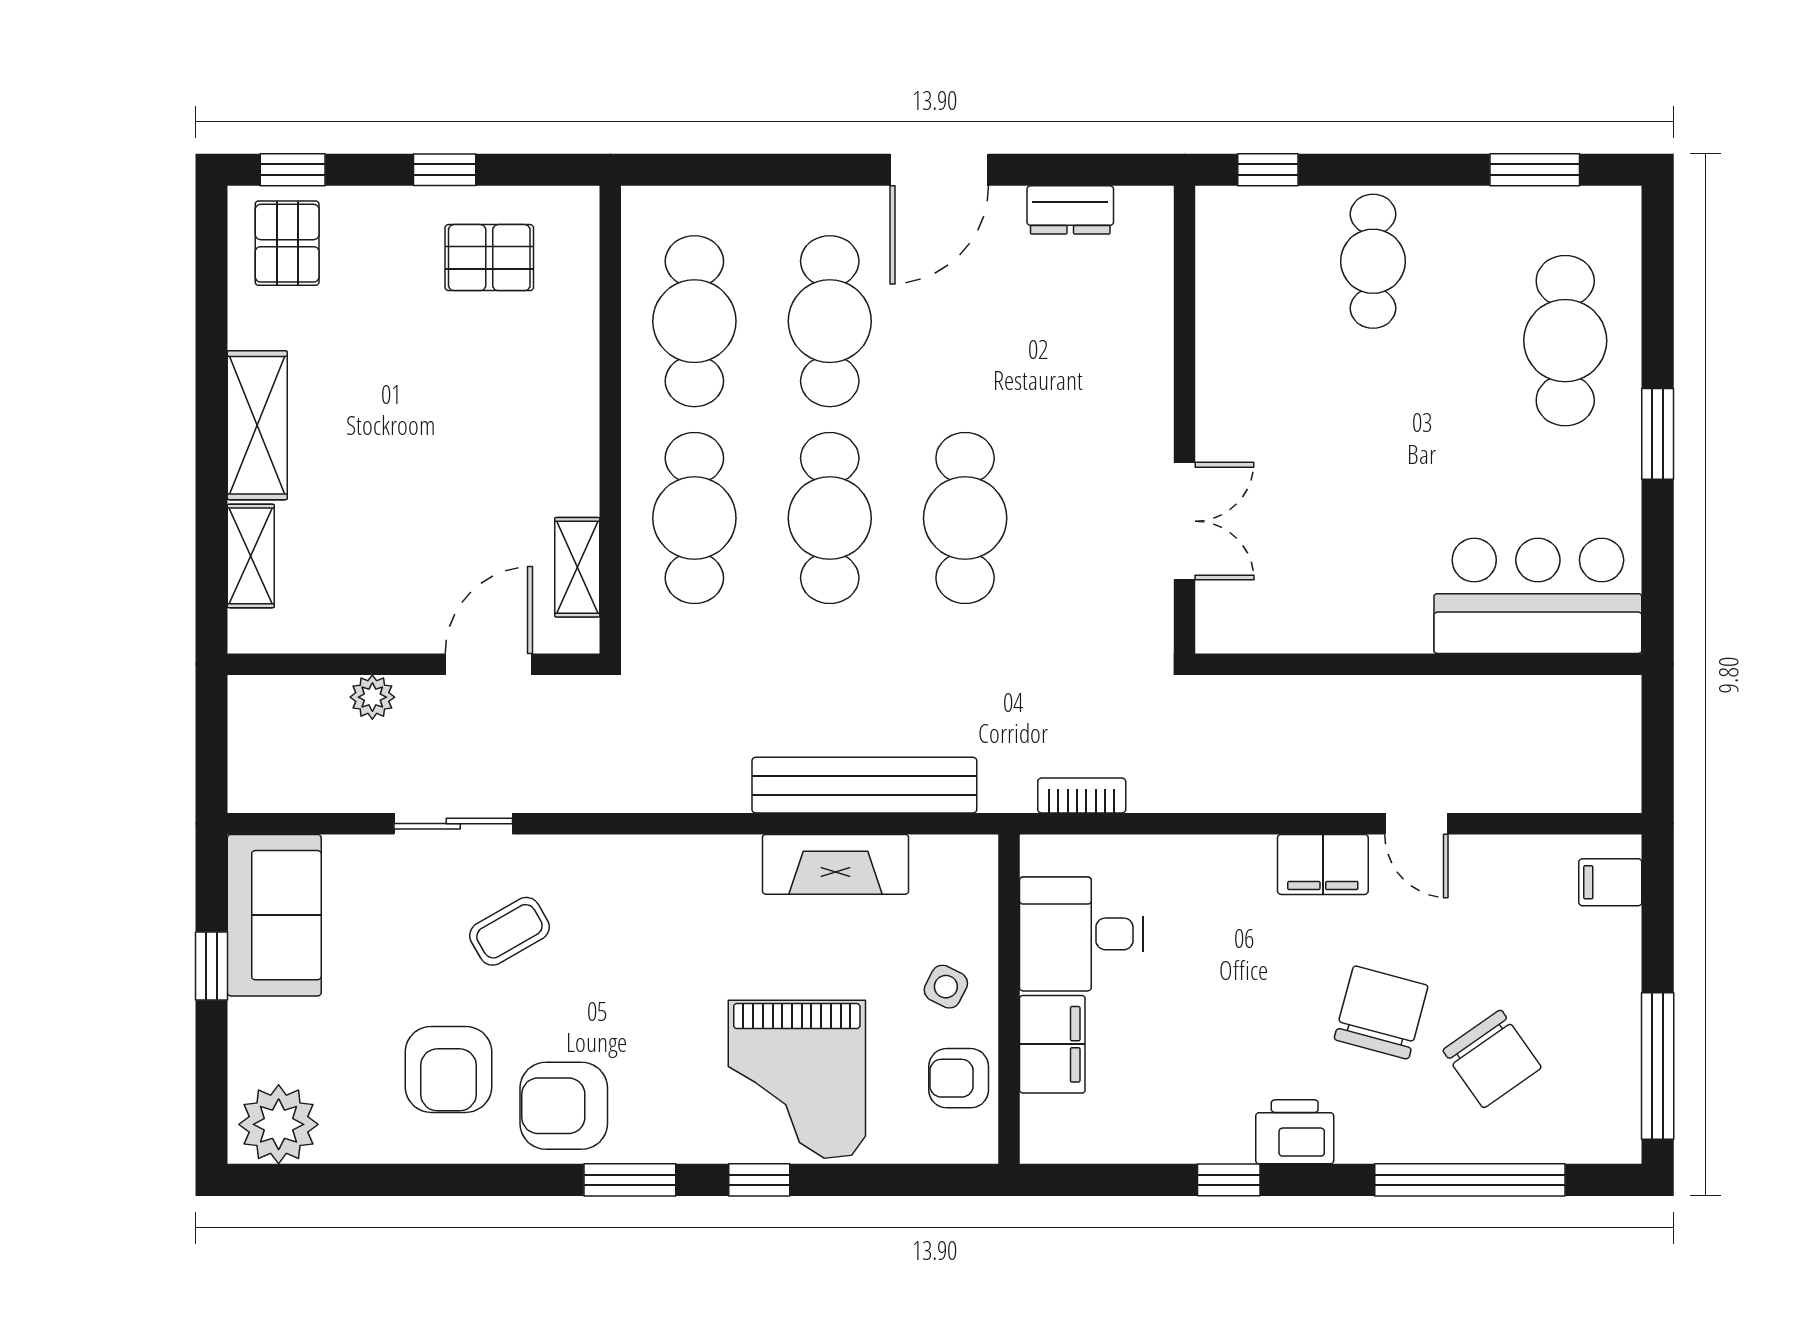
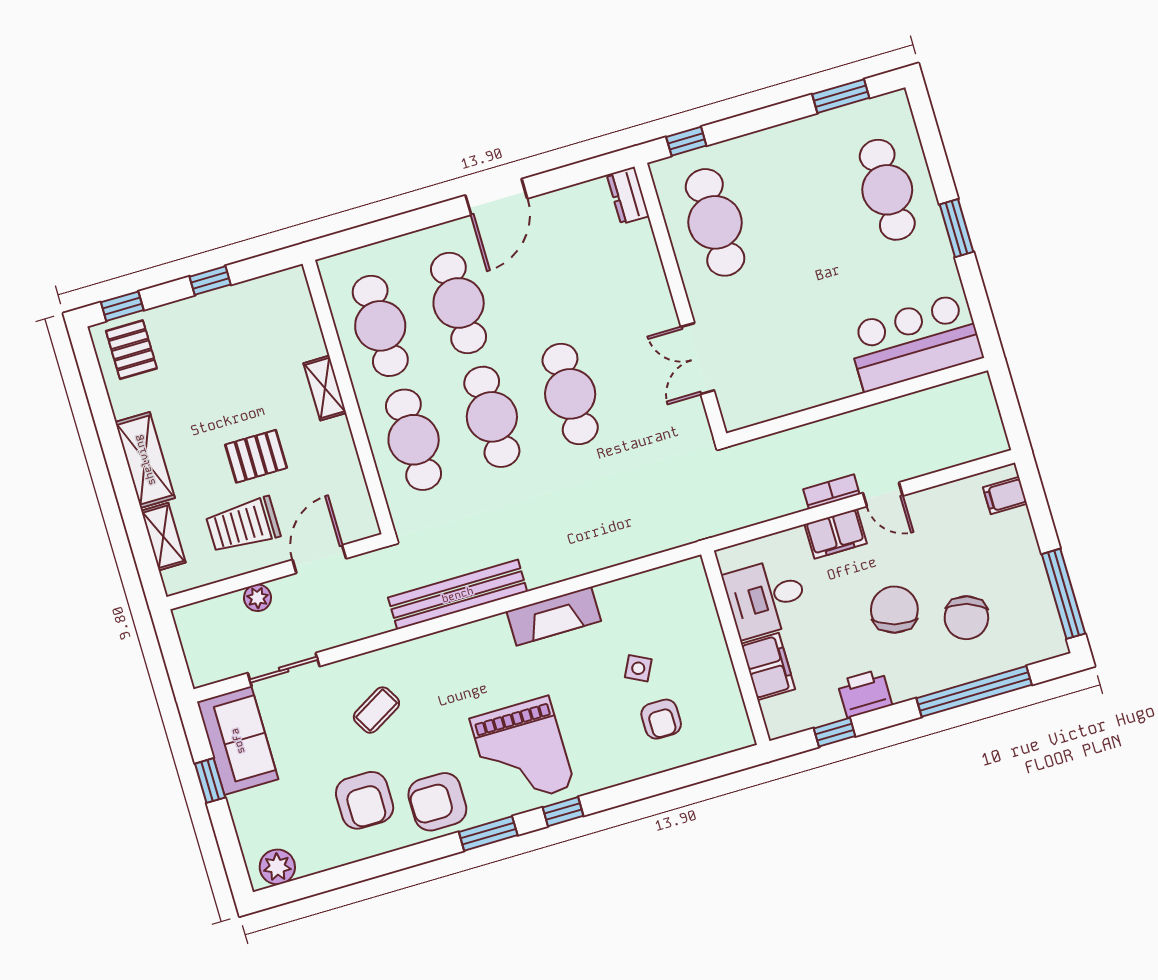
dresser: (1070, 210) -> (628, 195), moved, turned 90
pallet: (489, 258) -> (256, 456), moved
cafe table: (1373, 261) -> (715, 222), moved, width x1.37, depth x1.35
double door: (1185, 521) -> (698, 359), swing flipped
shelving: (577, 567) -> (325, 388), moved
trolley: (383, 574) -> (243, 525), added
bench: (864, 785) -> (458, 595), moved
bookcase: (1082, 796) -> (831, 492), moved
sliding door: (453, 824) -> (284, 670), moved
desk: (1081, 934) -> (766, 598), moved
wall: (1009, 999) -> (735, 648), moved
filing cabinet: (1052, 1044) -> (768, 666), moved
chair: (1492, 1059) -> (966, 618), turned 53
armchair: (959, 1078) -> (661, 719), turned -90
grand piano: (797, 1079) -> (522, 752), moved
plant: (279, 1124) -> (277, 867), width x0.73, depth x0.73

